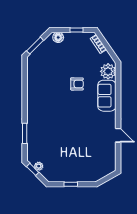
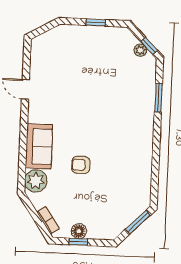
floor lamp: (58, 37) -> (79, 231), moved

